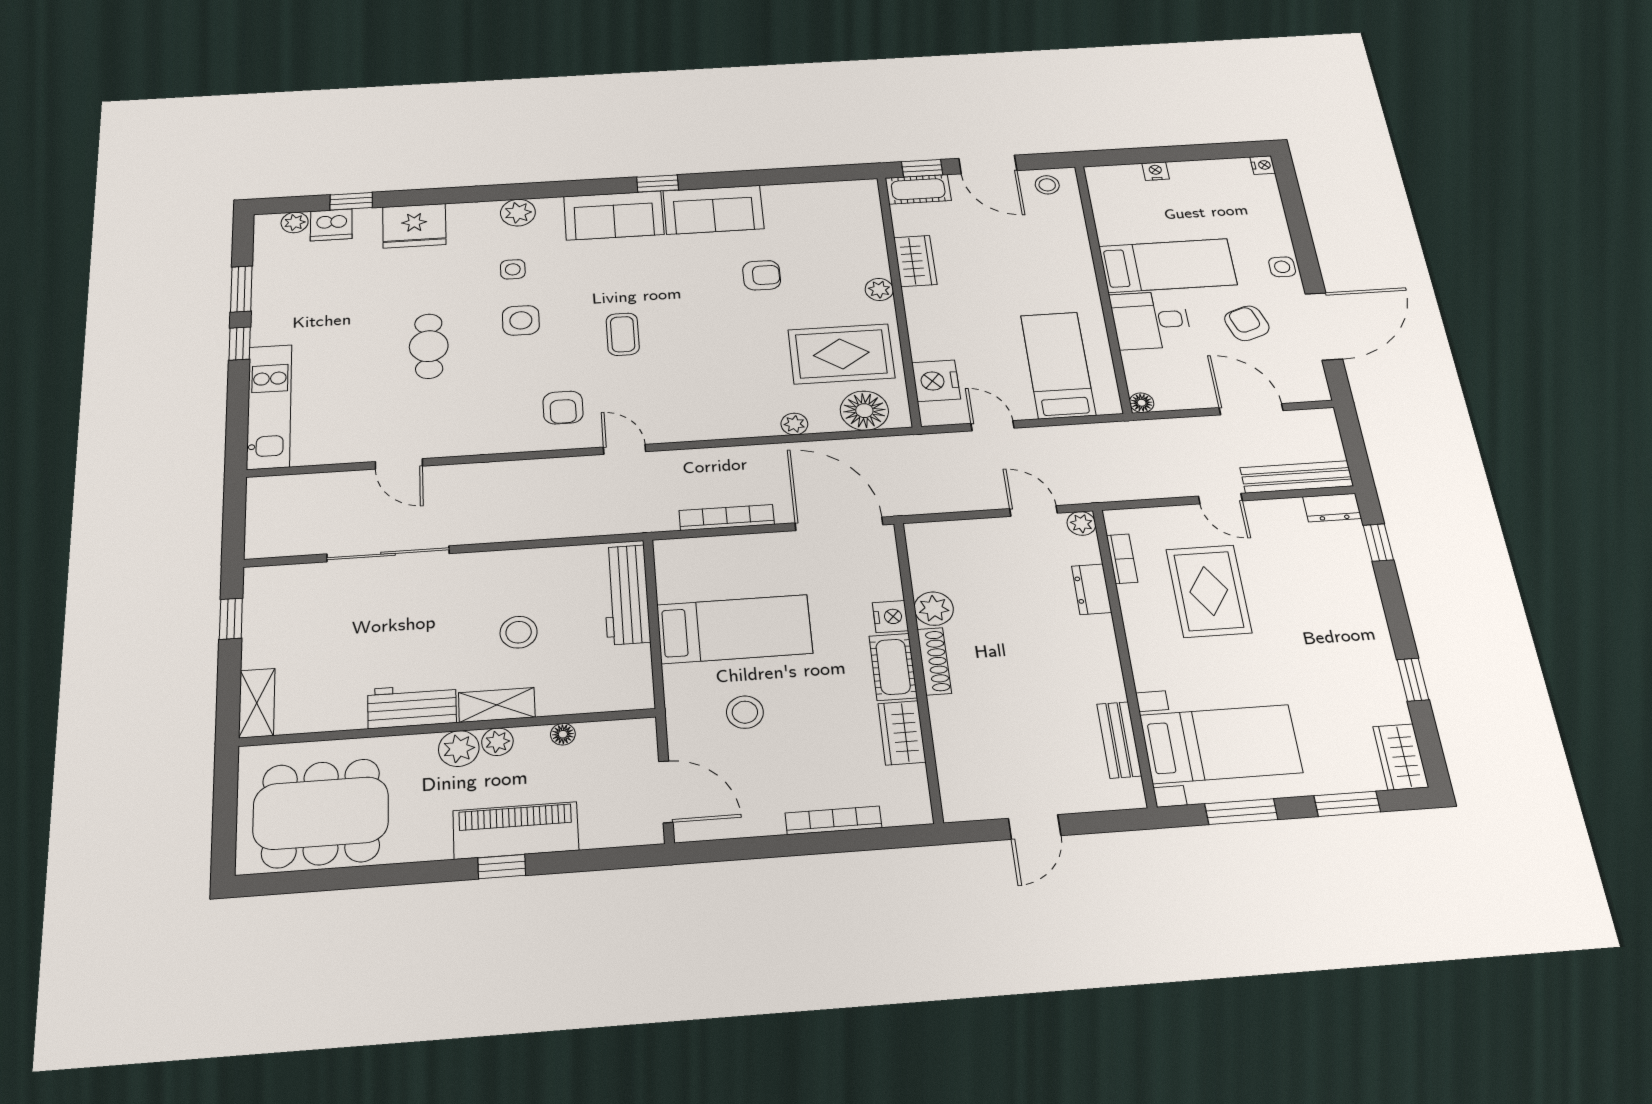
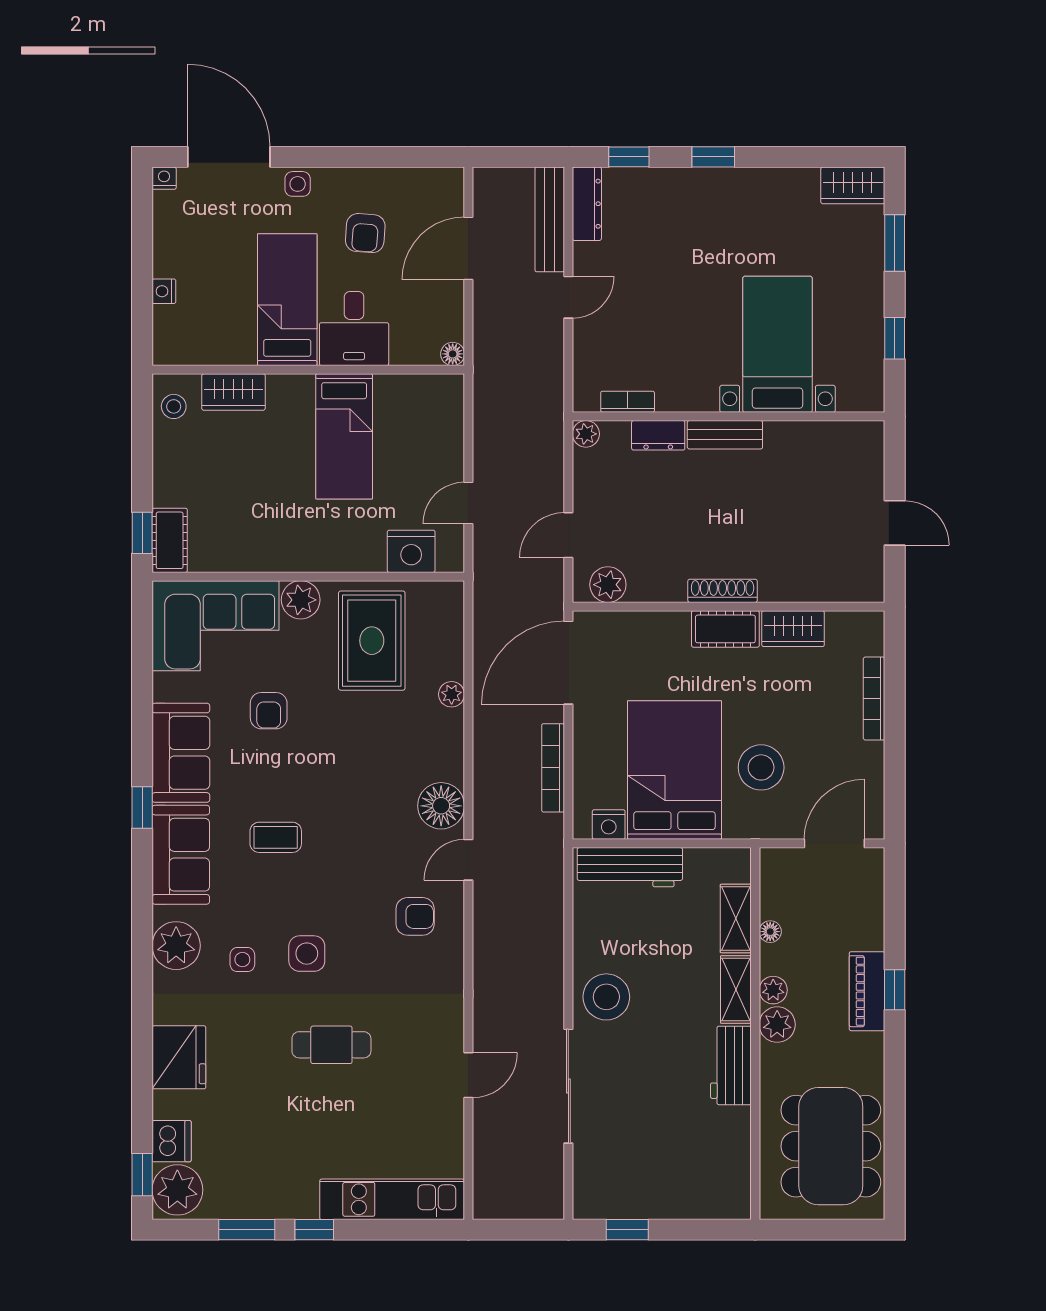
door: (988, 165) -> (142, 464), removed
window: (351, 201) -> (142, 1175), moved
plant: (518, 213) -> (176, 946), width x1.36, depth x1.36
plant: (295, 222) -> (177, 1190), width x1.88, depth x1.88
corner sofa: (840, 229) -> (215, 626), added
wardrobe: (915, 261) -> (233, 392), moved, turned 180
armchair: (762, 275) -> (269, 711), turned 180
plant: (879, 289) -> (301, 600), width x1.38, depth x1.38
armchair: (1247, 323) -> (365, 233), turned -67
door: (1324, 326) -> (229, 157), moved
coffee table: (623, 334) -> (276, 837), moved
bed: (1058, 365) -> (344, 436), moved, turned -90
floor lamp: (864, 411) -> (441, 806), moved
dresser: (1332, 508) -> (587, 204), width x1.44
door: (1034, 511) -> (568, 535), moved
rug: (1209, 591) -> (669, 327), removed
plant: (934, 609) -> (608, 585), moved
nightstand: (890, 617) -> (609, 824), moved, turned 180
bed: (735, 629) -> (674, 770), width x1.50
stool: (519, 632) -> (606, 997), moved, width x1.38, depth x1.38
window: (1413, 680) -> (713, 157), moved
shelving: (257, 703) -> (736, 919), moved, turned 90
stool: (745, 712) -> (761, 767), width x1.38, depth x1.38
bench: (1119, 740) -> (725, 435), moved
bed with nightstands: (1221, 744) -> (777, 344), moved
window: (1241, 812) -> (895, 338), width x0.67
piano: (516, 830) -> (867, 991), width x0.73, depth x0.75

